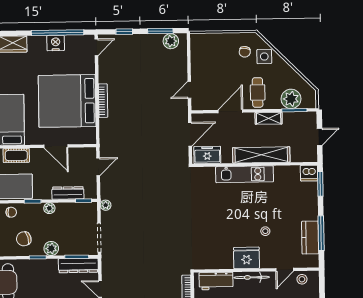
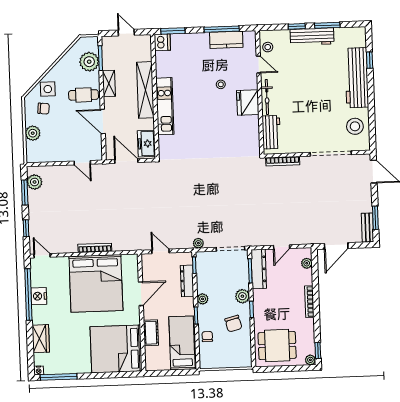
plant: (220, 40) -> (33, 133), added

